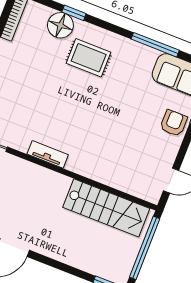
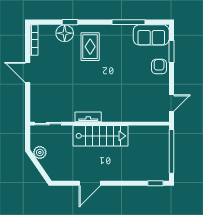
rug: (89, 58) -> (90, 47), turned 90
stairs: (106, 208) -> (101, 136), moved

